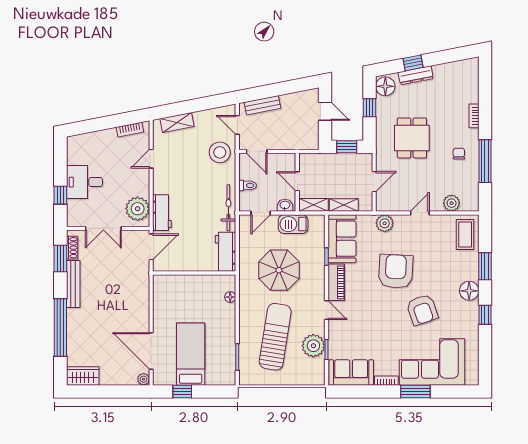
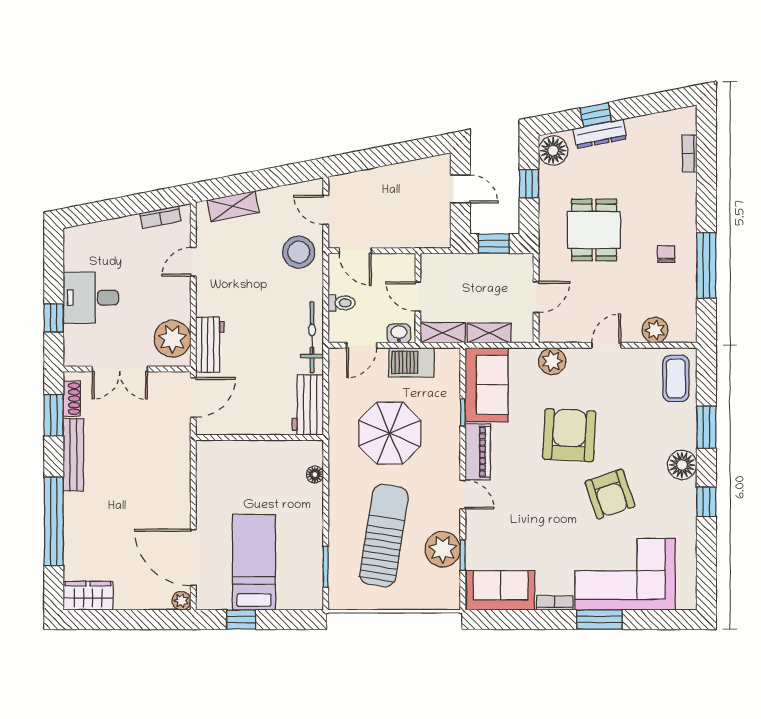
bench: (262, 105) -> (364, 180), removed
bookcase: (474, 116) -> (689, 153), moved

